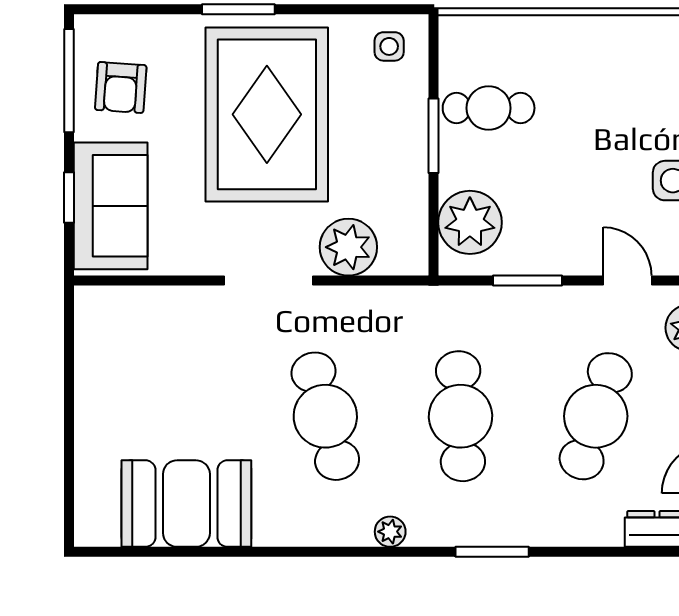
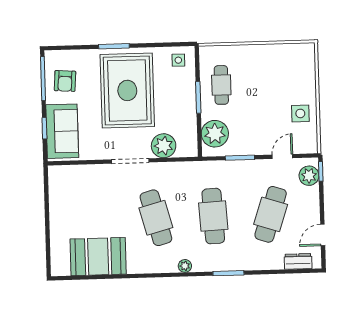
cafe table: (489, 108) -> (221, 85), turned 90
door: (627, 281) -> (282, 156), hinge flipped

